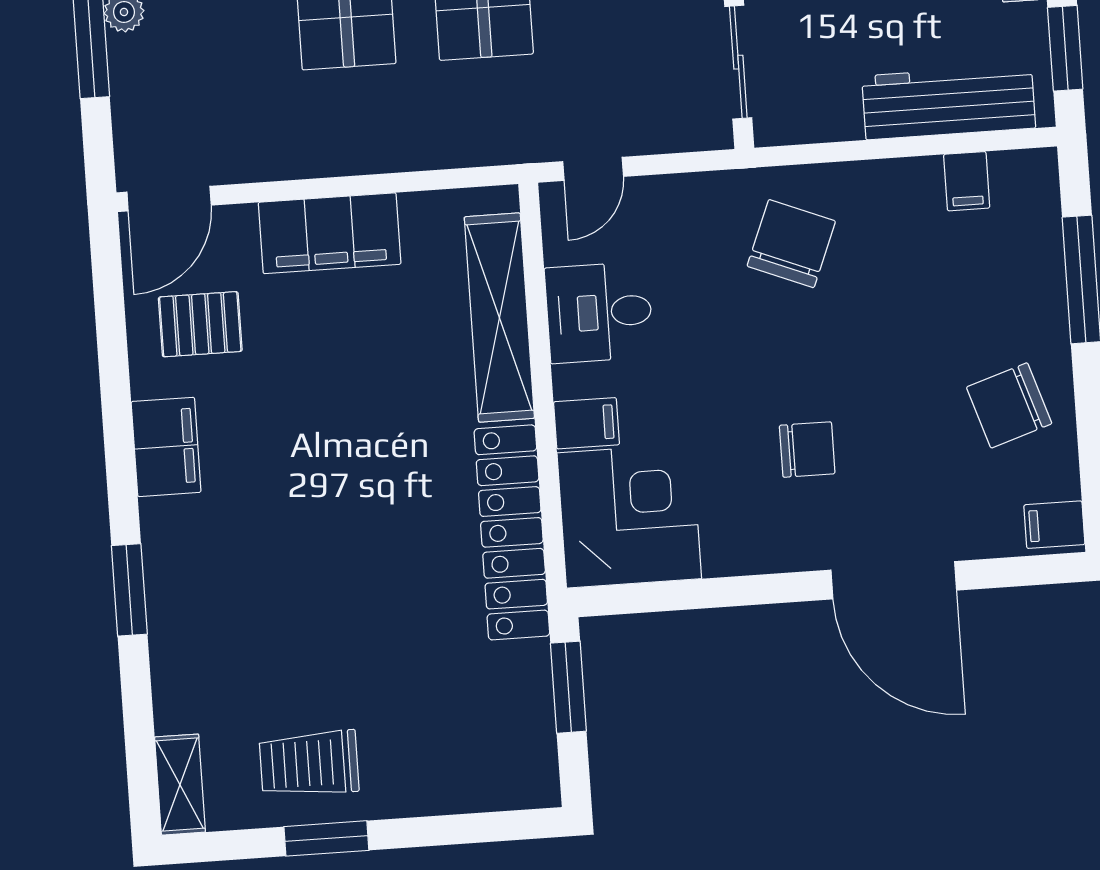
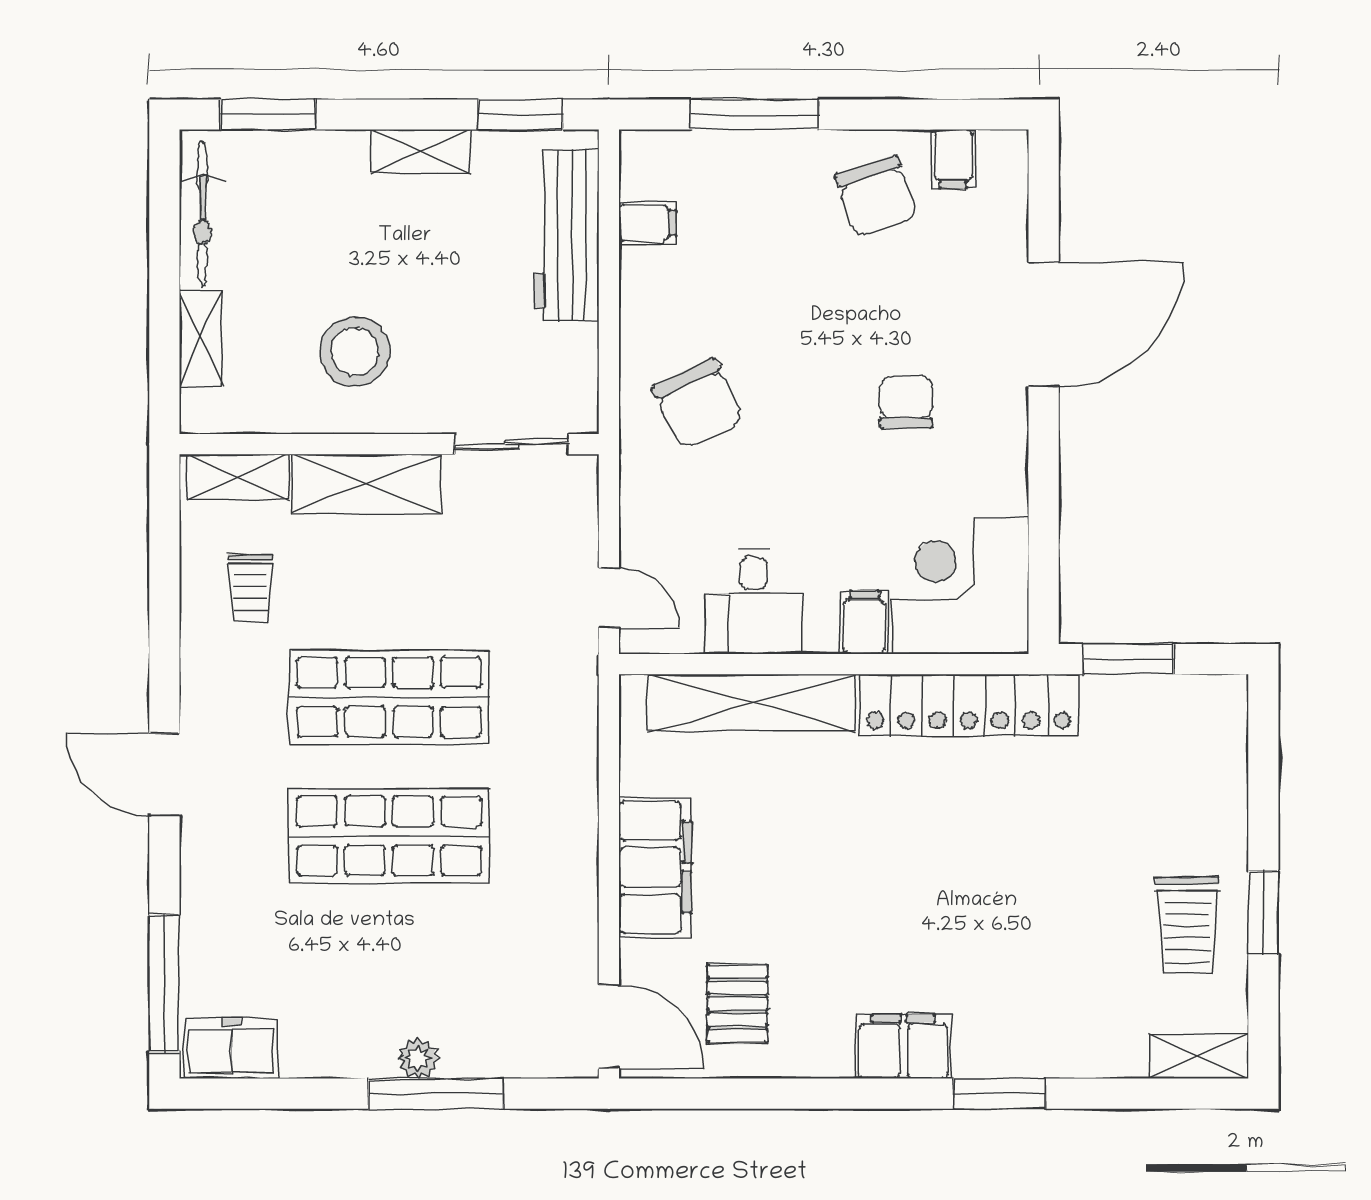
chair: (791, 244) -> (698, 404), turned -138
filing cabinet: (166, 447) -> (903, 1047), moved
filing cabinet: (1054, 525) -> (953, 159), moved

